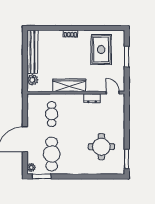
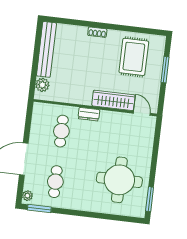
wardrobe: (69, 85) -> (113, 100), moved
dresser: (92, 98) -> (89, 114), moved
round table: (101, 147) -> (119, 180), width x1.36, depth x1.36
cafe table: (52, 154) -> (55, 182), width x0.73, depth x0.74

